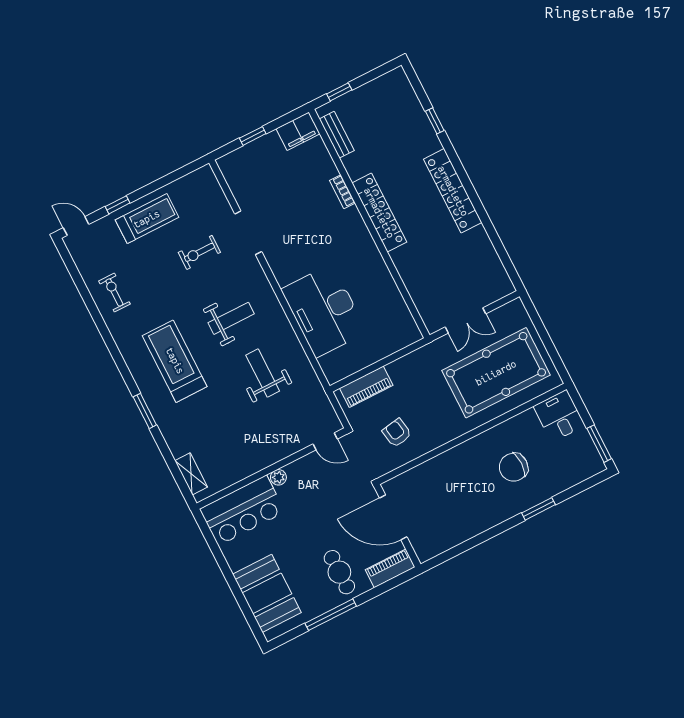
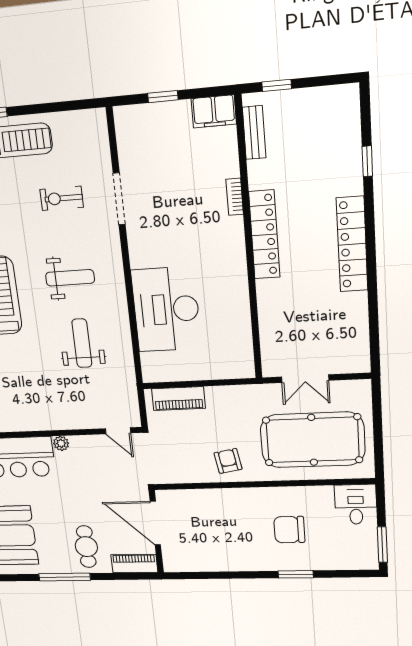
armchair: (397, 433) -> (228, 461), moved

